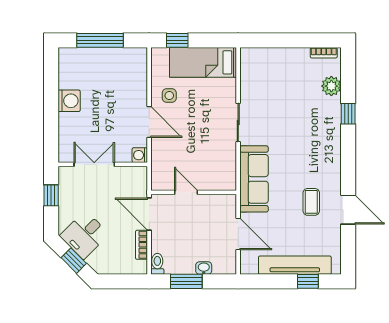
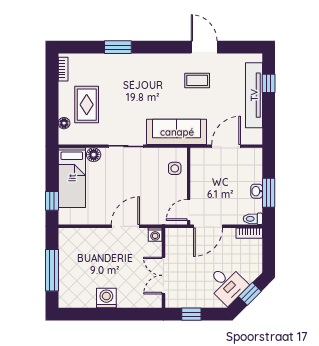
floor lamp: (264, 54) -> (64, 123), added
rug: (284, 79) -> (87, 105), added
plant: (331, 86) -> (93, 62), removed
floor lamp: (229, 87) -> (94, 155), added
side table: (169, 96) -> (175, 168), moved
window: (348, 114) -> (118, 47), width x1.50
door: (186, 192) -> (189, 210), moved
door: (348, 210) -> (204, 47), hinge flipped
bookcase: (141, 245) -> (249, 233), moved
washbasin: (204, 268) -> (257, 191), moved

